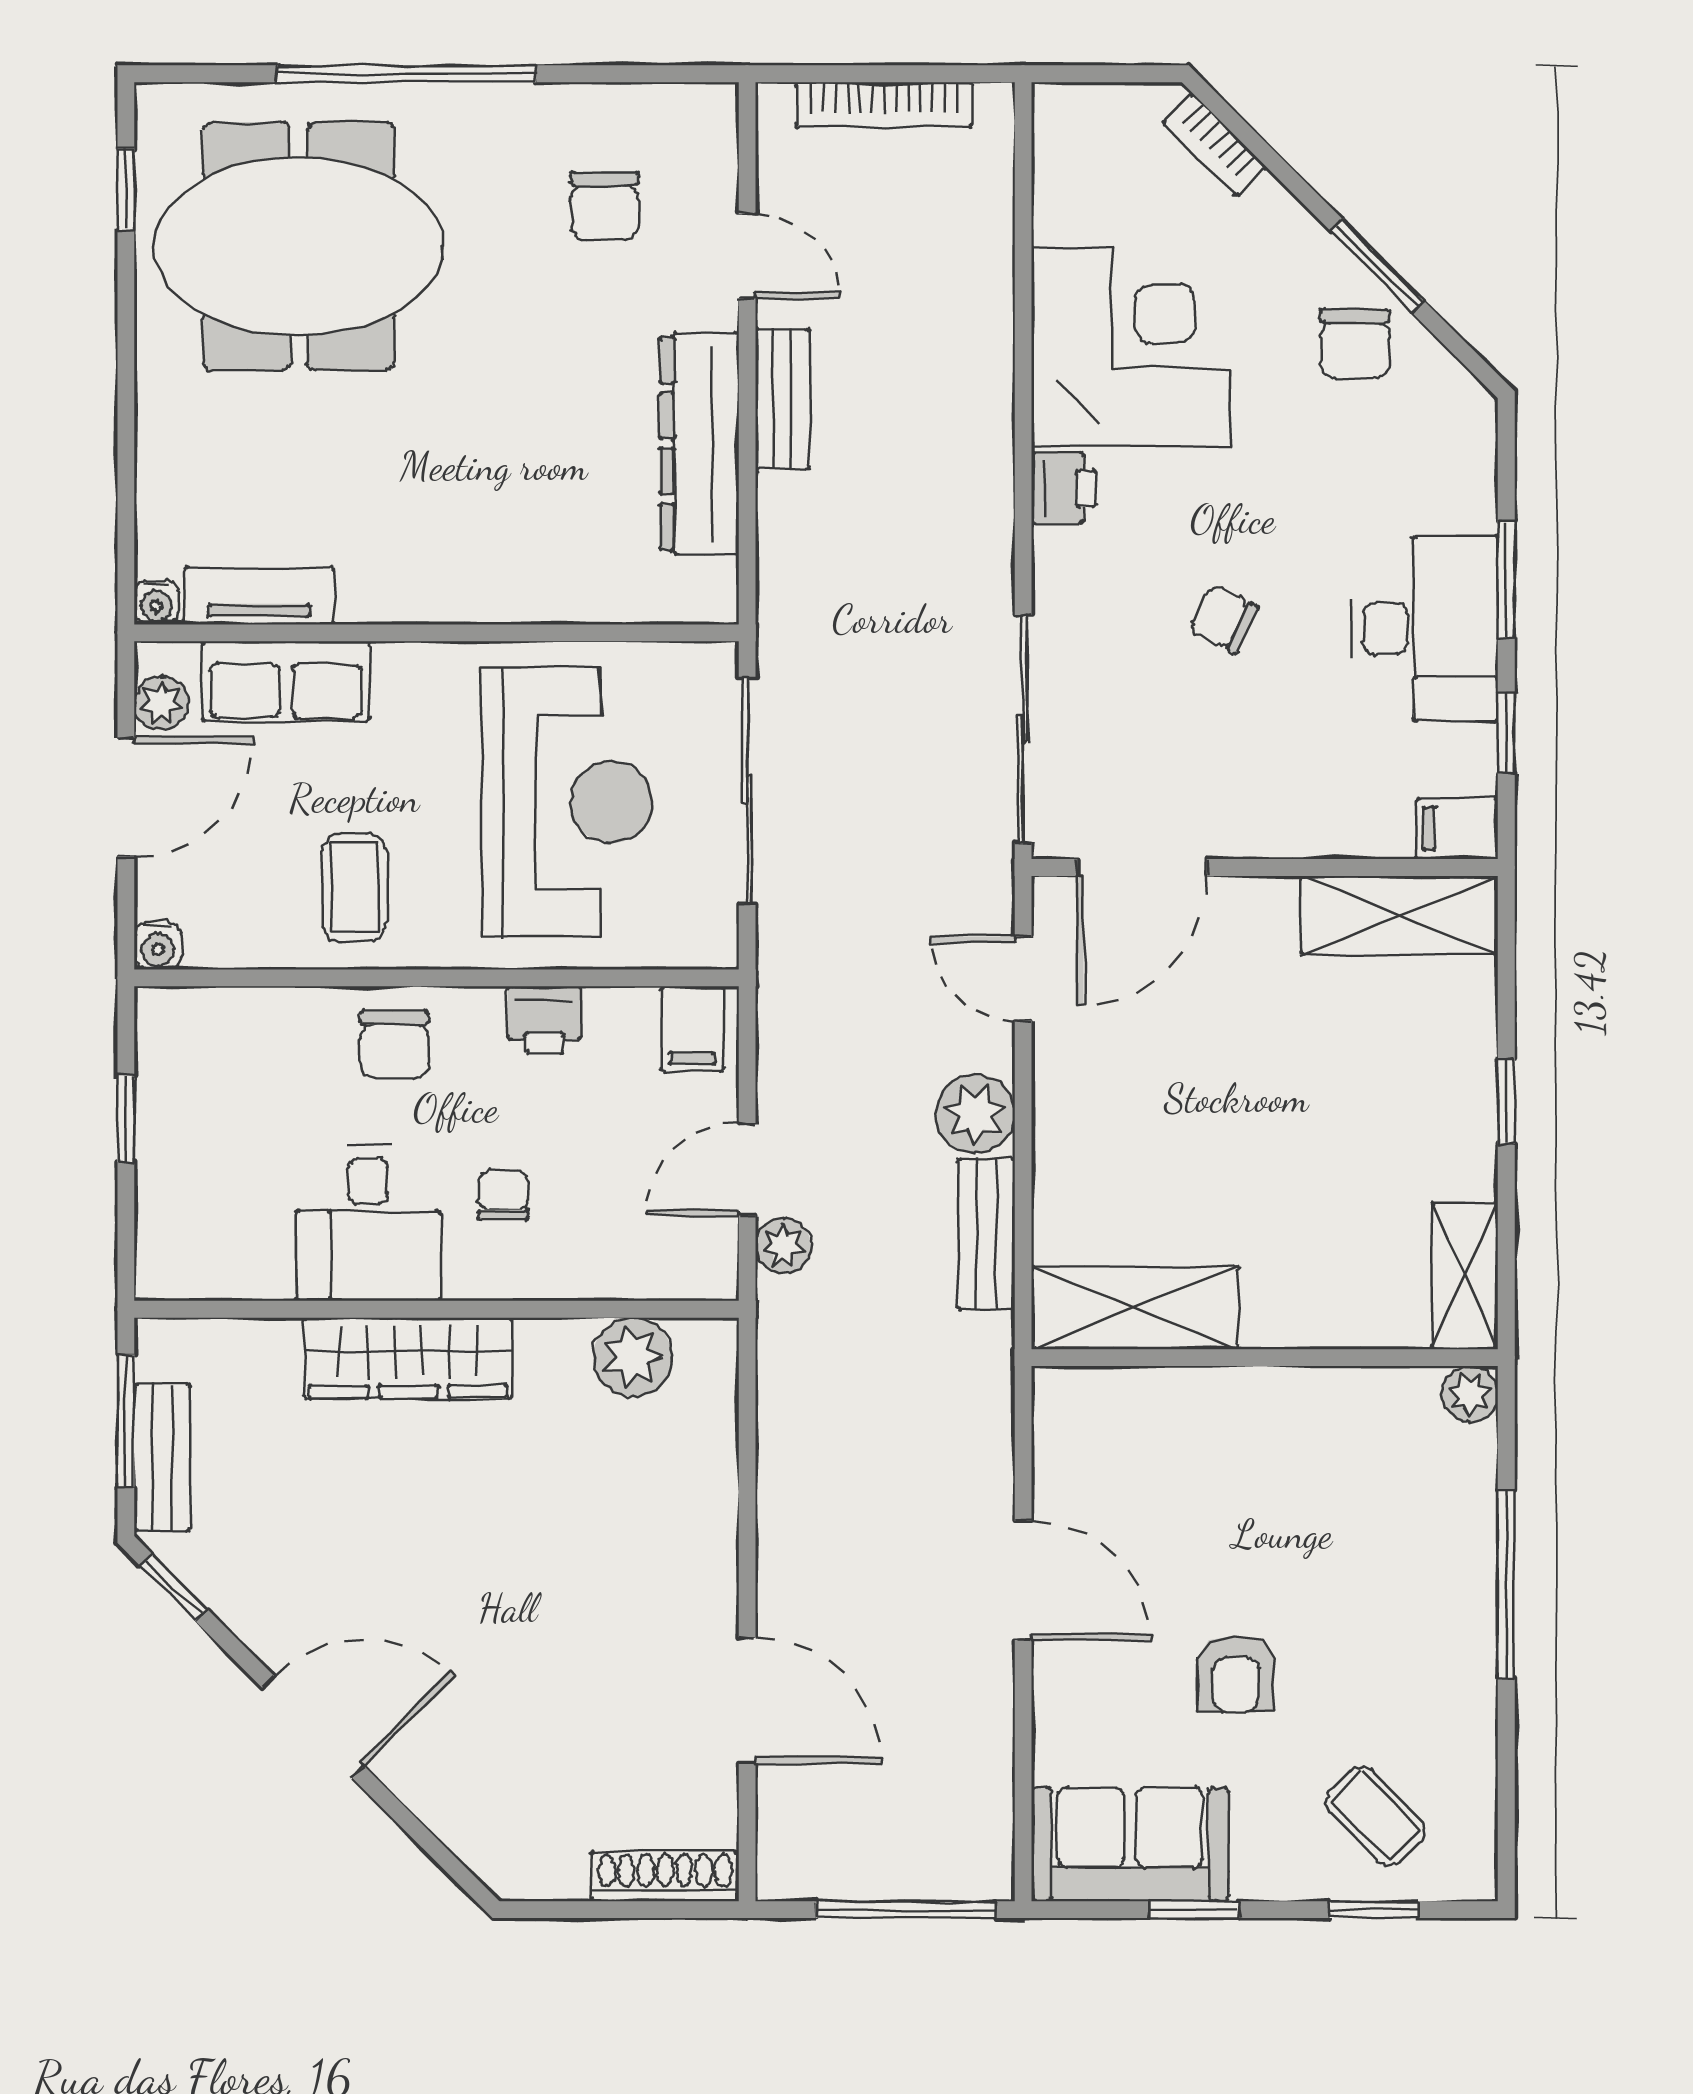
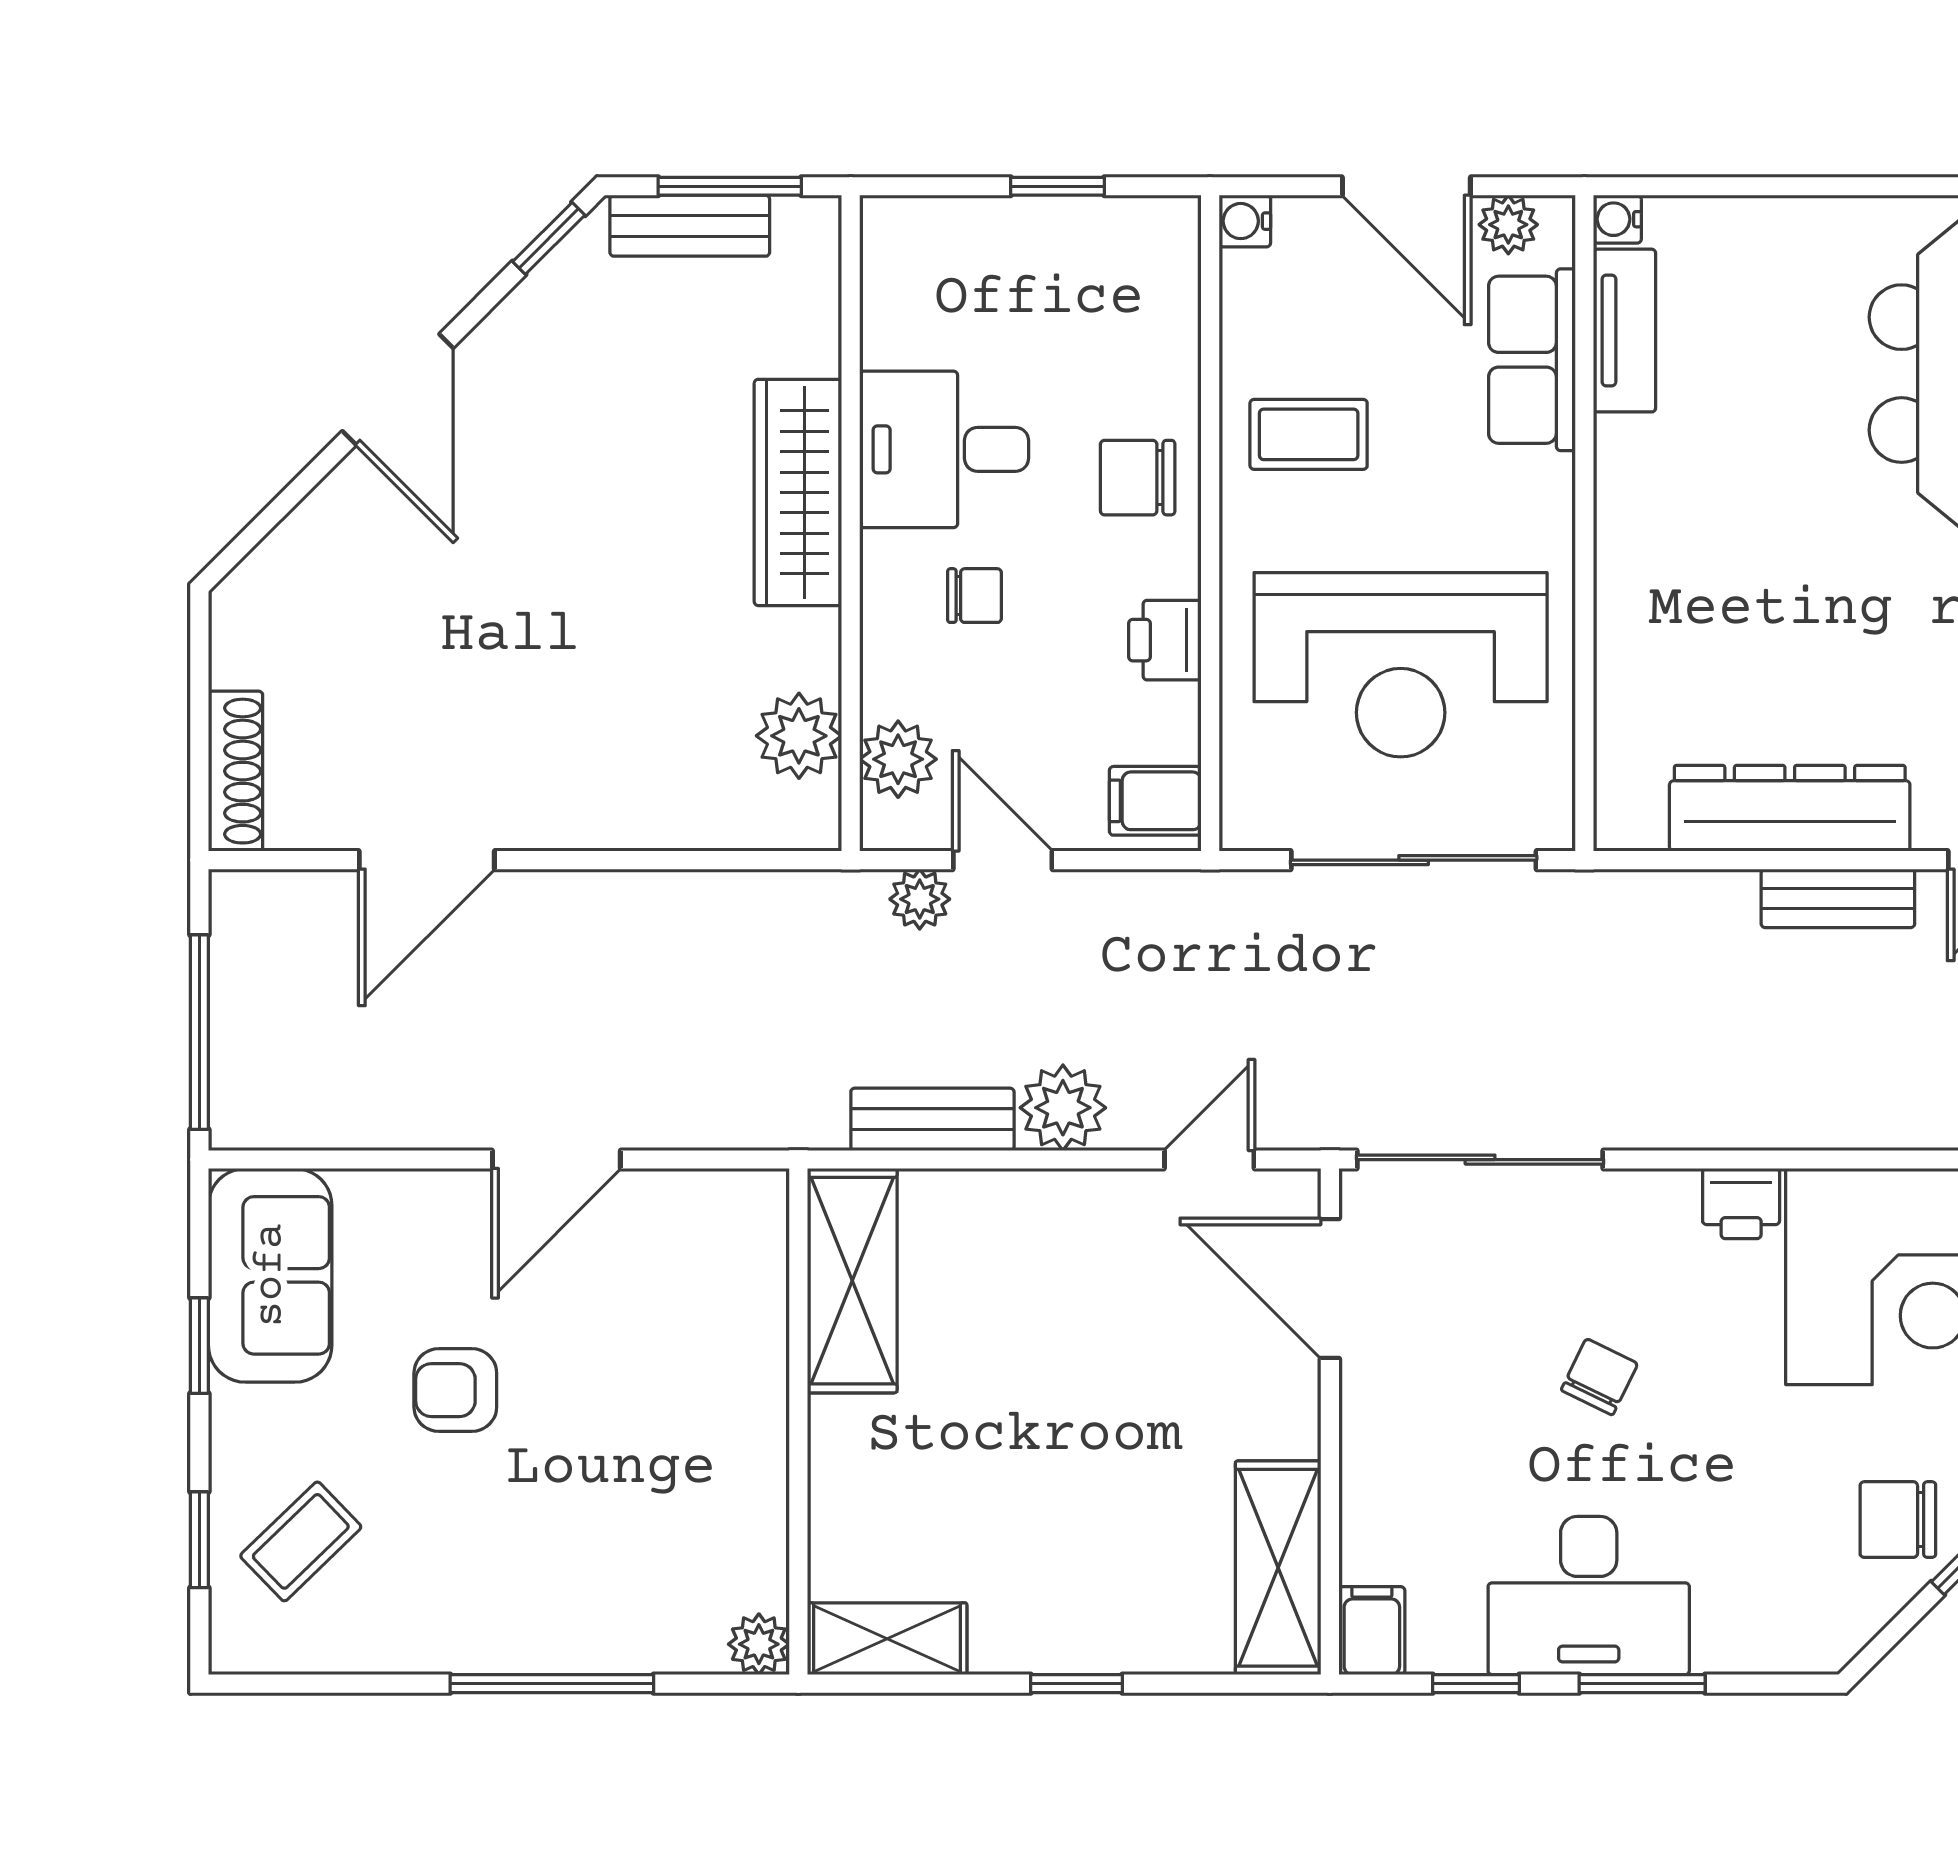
plant: (654, 1266) -> (898, 759), added

